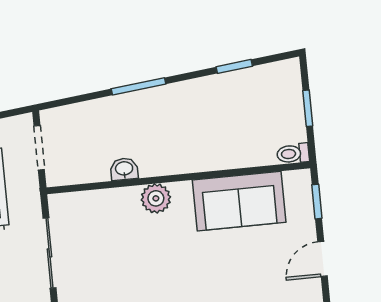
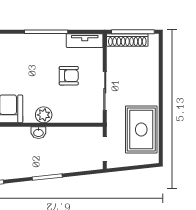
washbasin: (124, 169) -> (38, 133), moved
armchair: (117, 274) -> (69, 76), added

